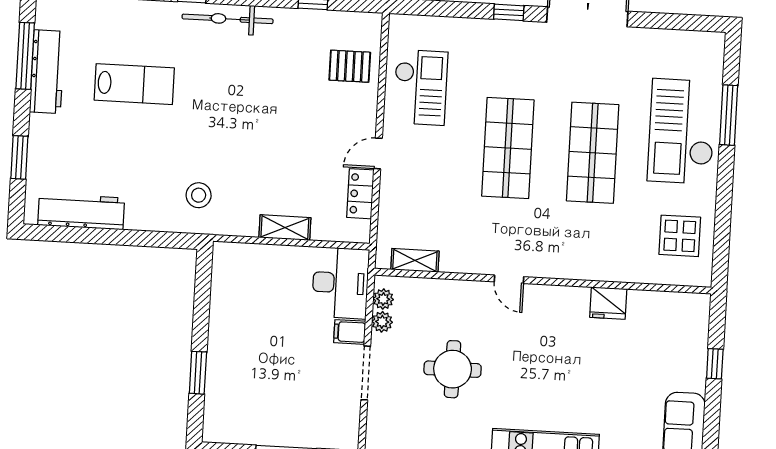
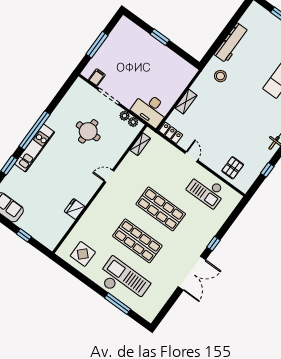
locker: (360, 194) -> (171, 133), moved
workbench: (81, 212) -> (231, 43), moved
filing cabinet: (350, 332) -> (97, 77), moved
window: (198, 373) -> (160, 37), moved

